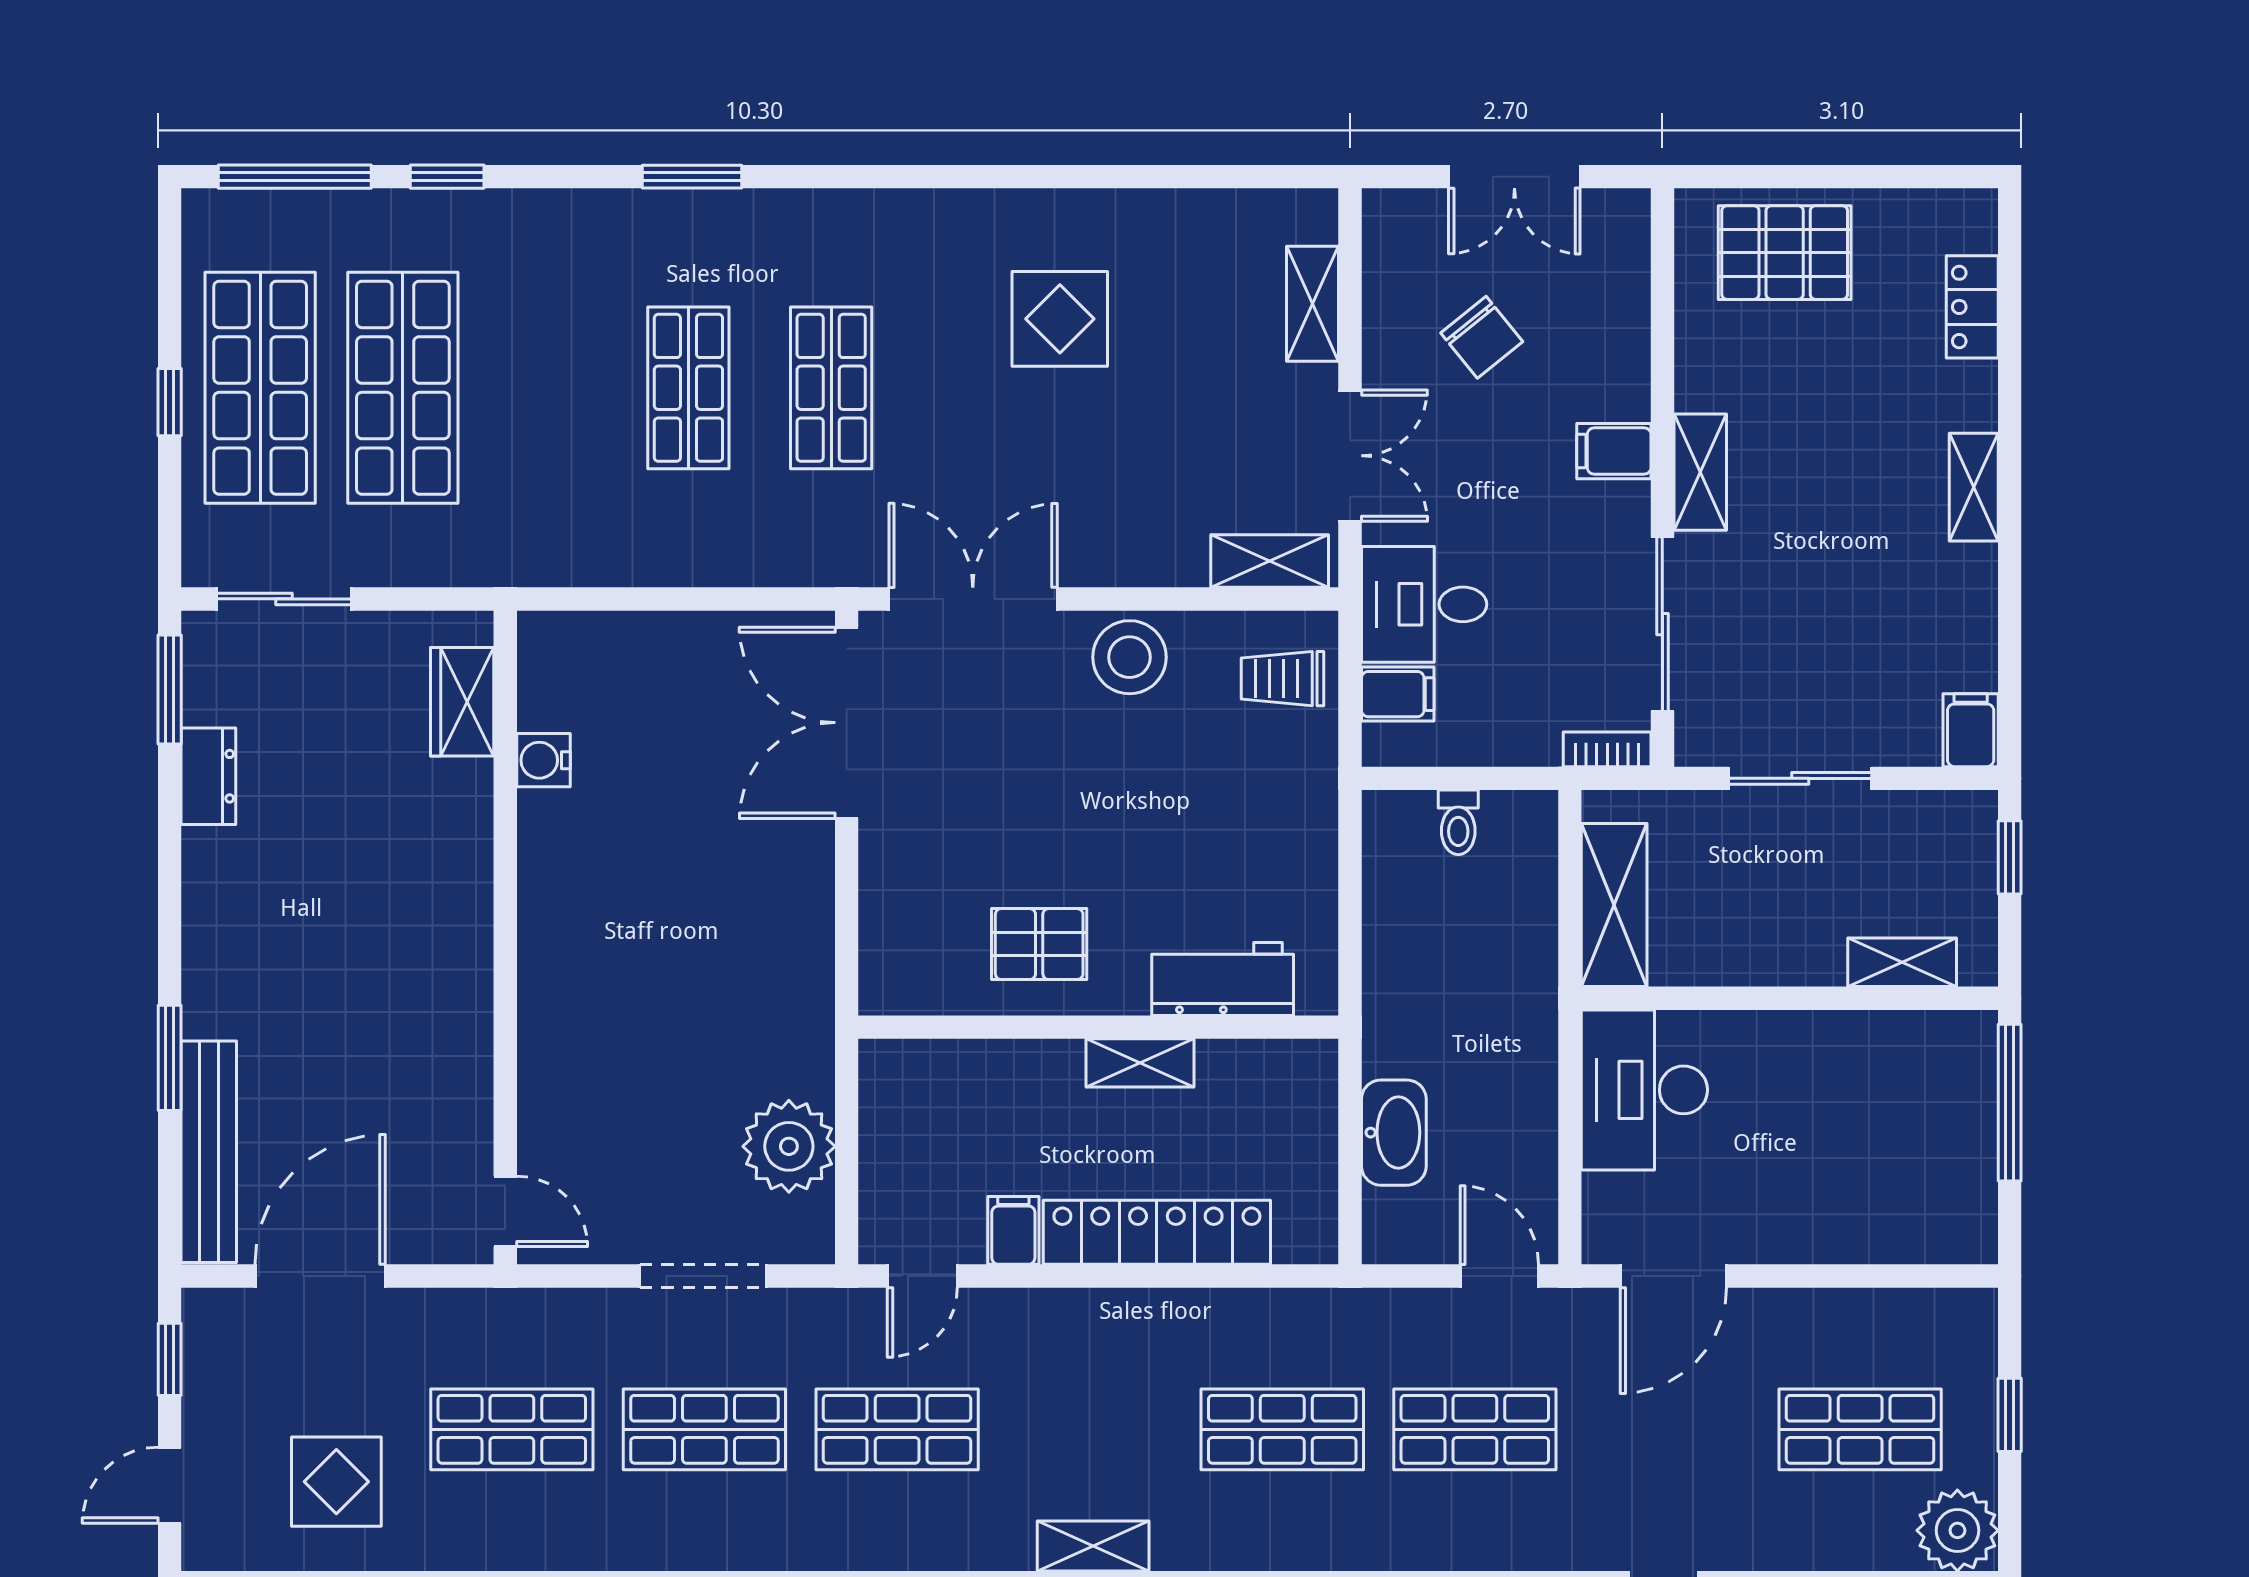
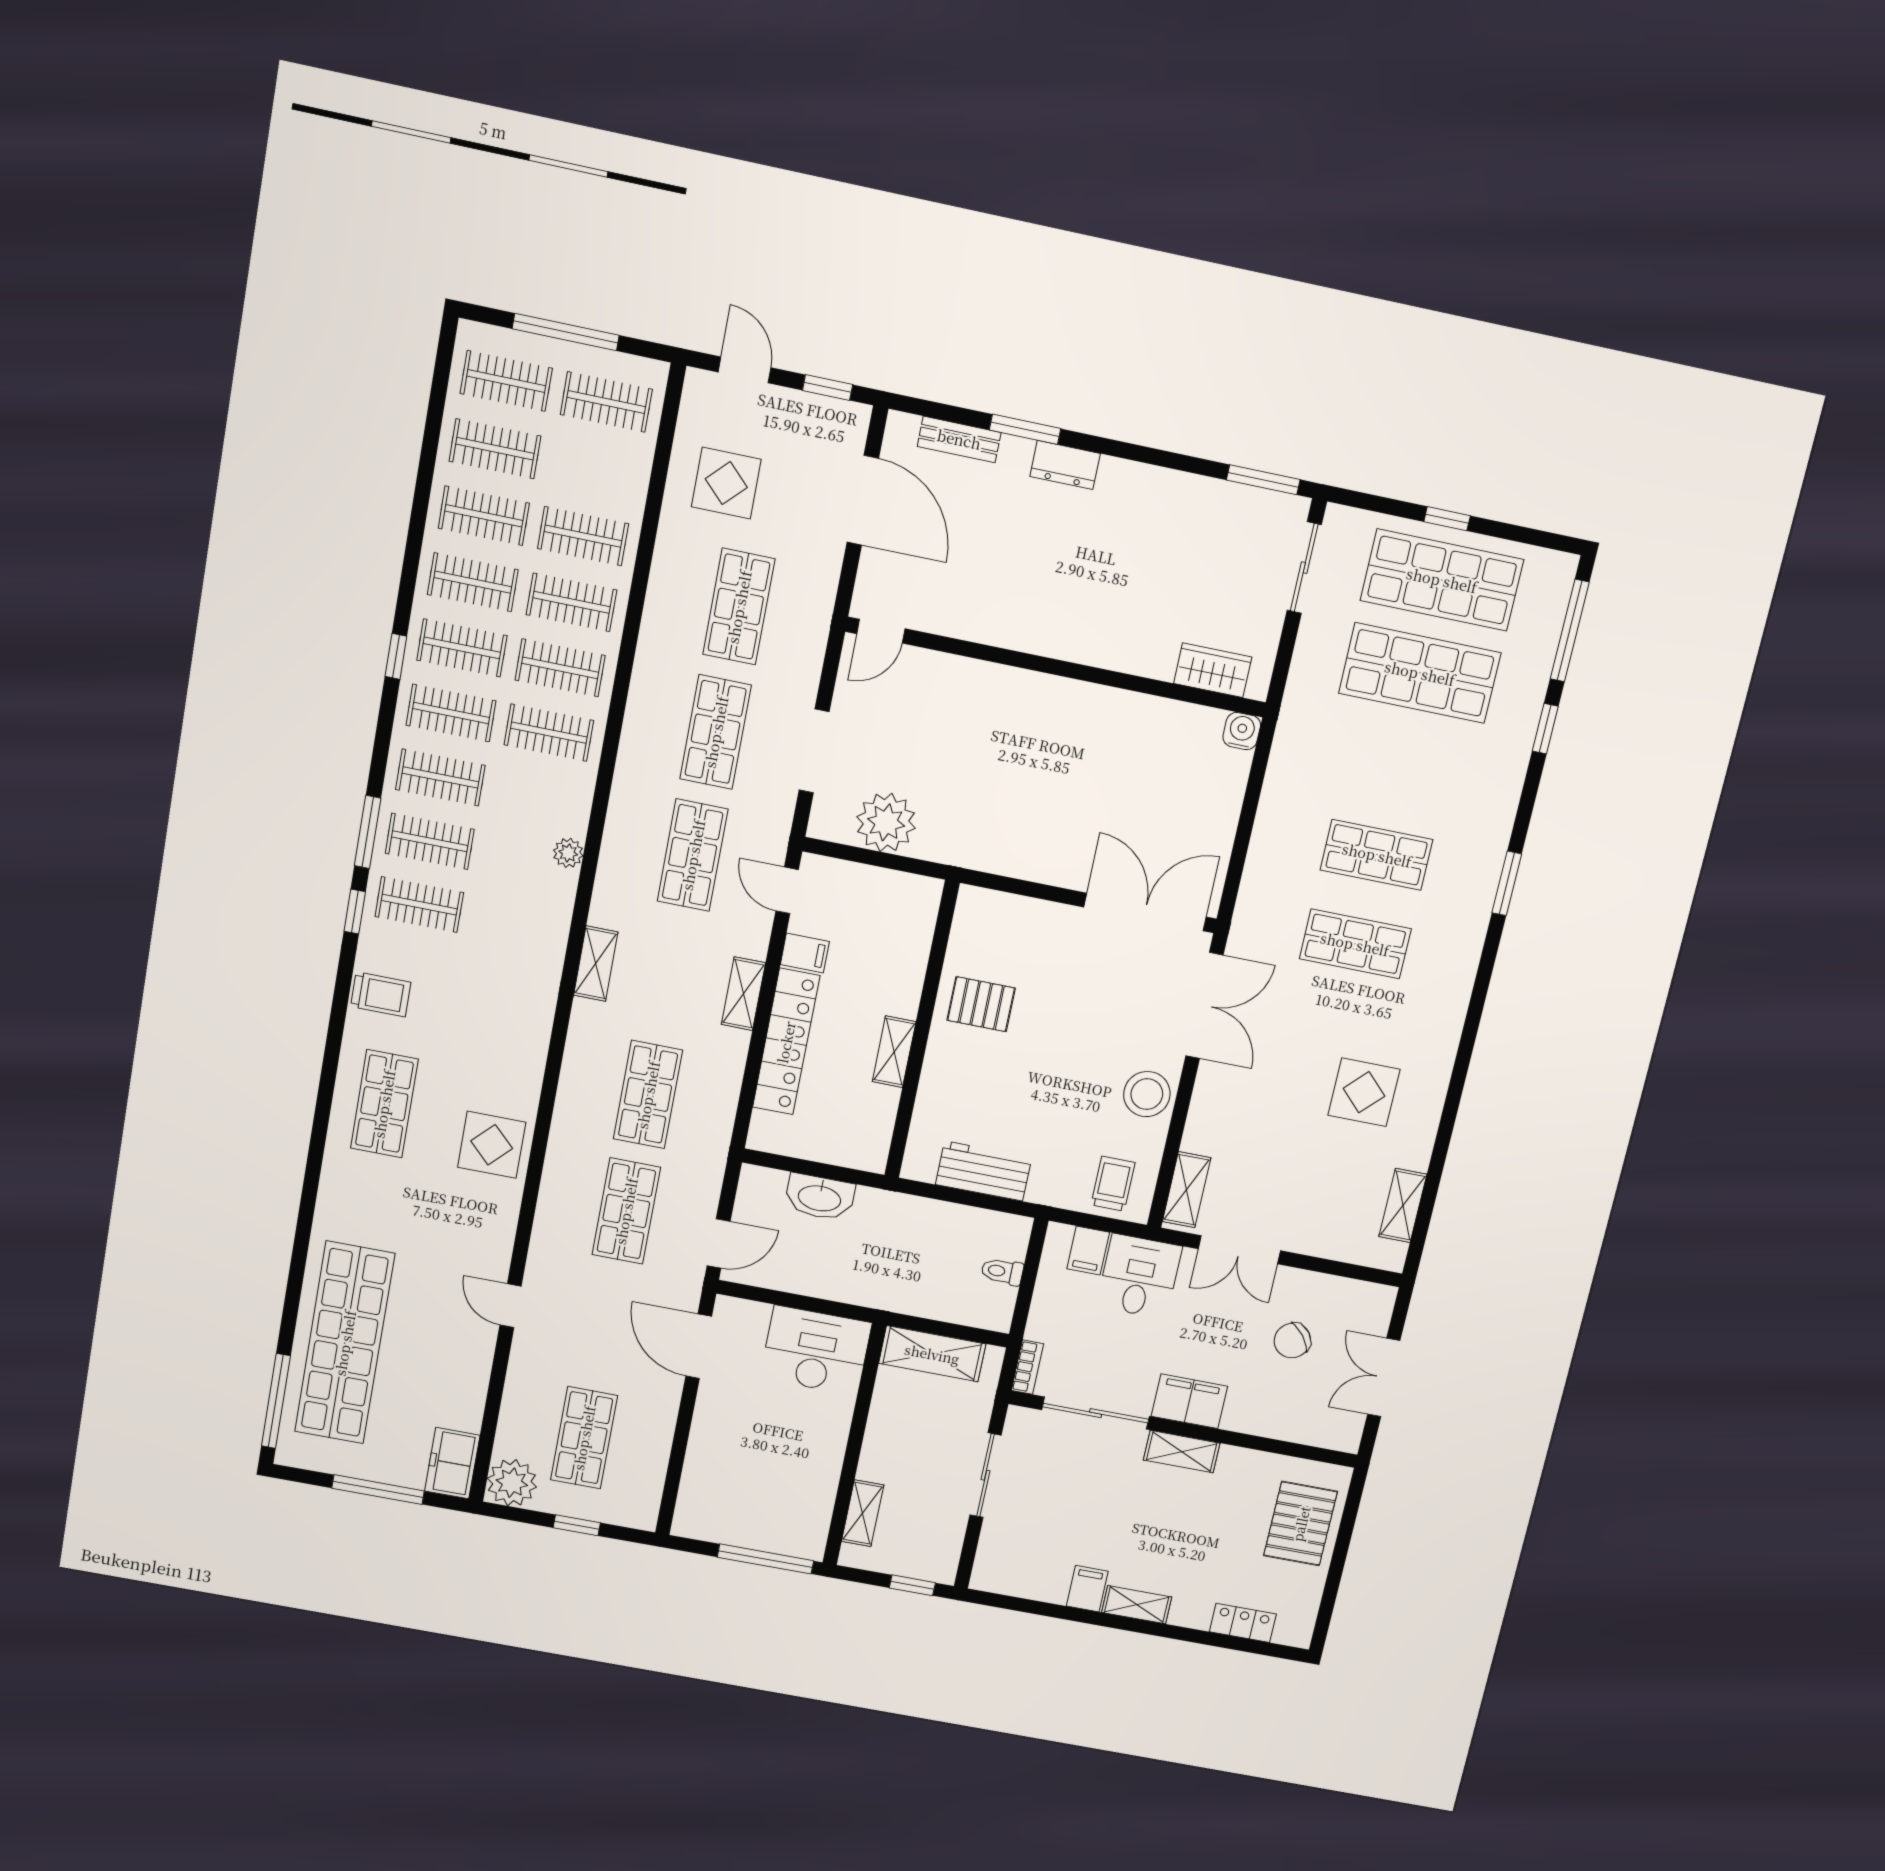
shelving: (1313, 304) -> (1403, 1206), moved, turned 90
filing cabinet: (1614, 451) -> (1189, 1401), width x2.00
filing cabinet: (1971, 730) -> (1087, 1589), moved, turned -90
water cooler: (544, 760) -> (1242, 731), moved
dresser: (208, 776) -> (1065, 465), moved
pallet: (1039, 944) -> (981, 1004), turned 90
workbench: (1223, 979) -> (984, 1171), moved, turned -90
bench: (209, 1152) -> (959, 439), width x0.54, depth x0.82
shelving: (1095, 1312) -> (743, 994), added

